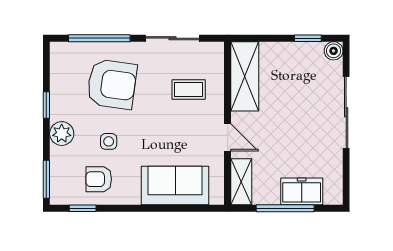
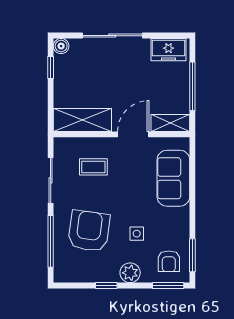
coffee table: (189, 90) -> (93, 167), turned 90
door: (228, 137) -> (133, 134), width x1.37
armchair: (99, 179) -> (169, 261), moved
freezer: (302, 191) -> (169, 50), moved, turned -90
window: (83, 208) -> (192, 255), width x1.50

